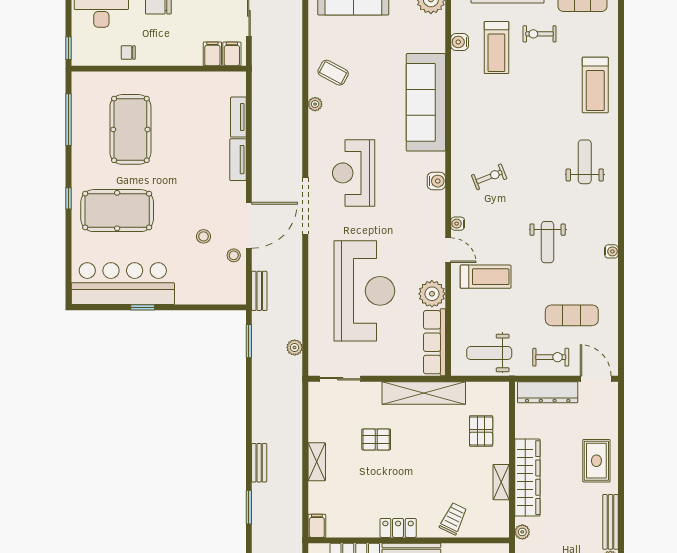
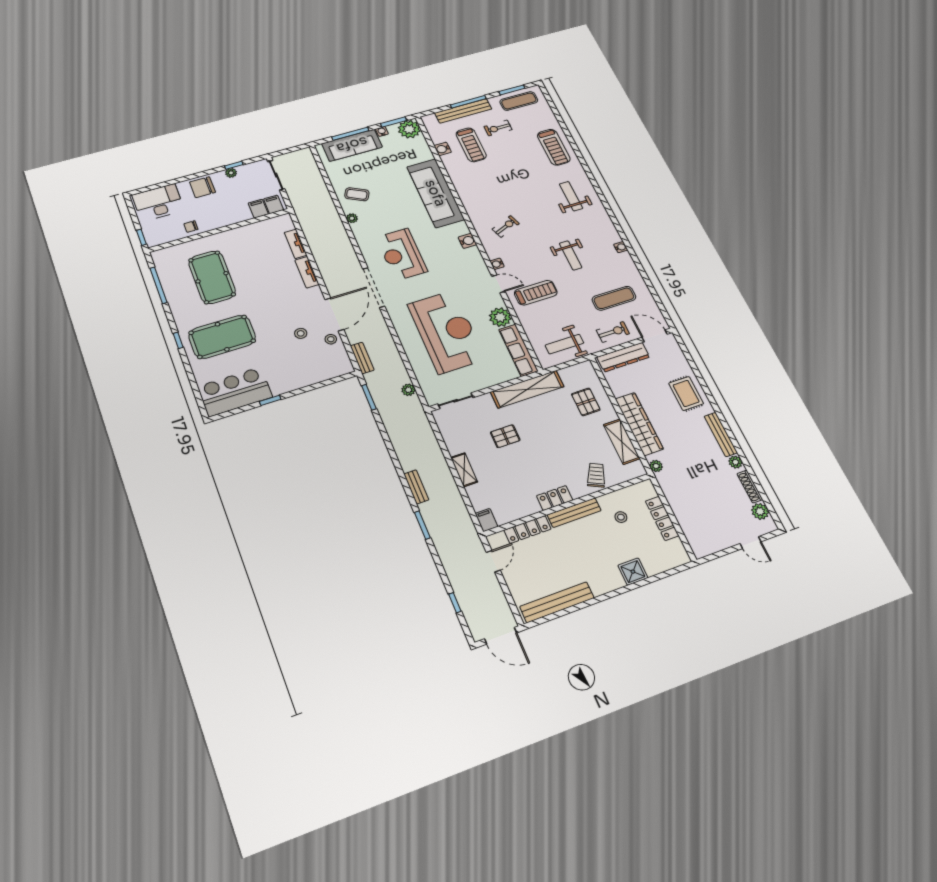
bar counter: (123, 284) -> (235, 392), width x0.73
shelving: (501, 482) -> (622, 442), width x1.50, depth x1.33

